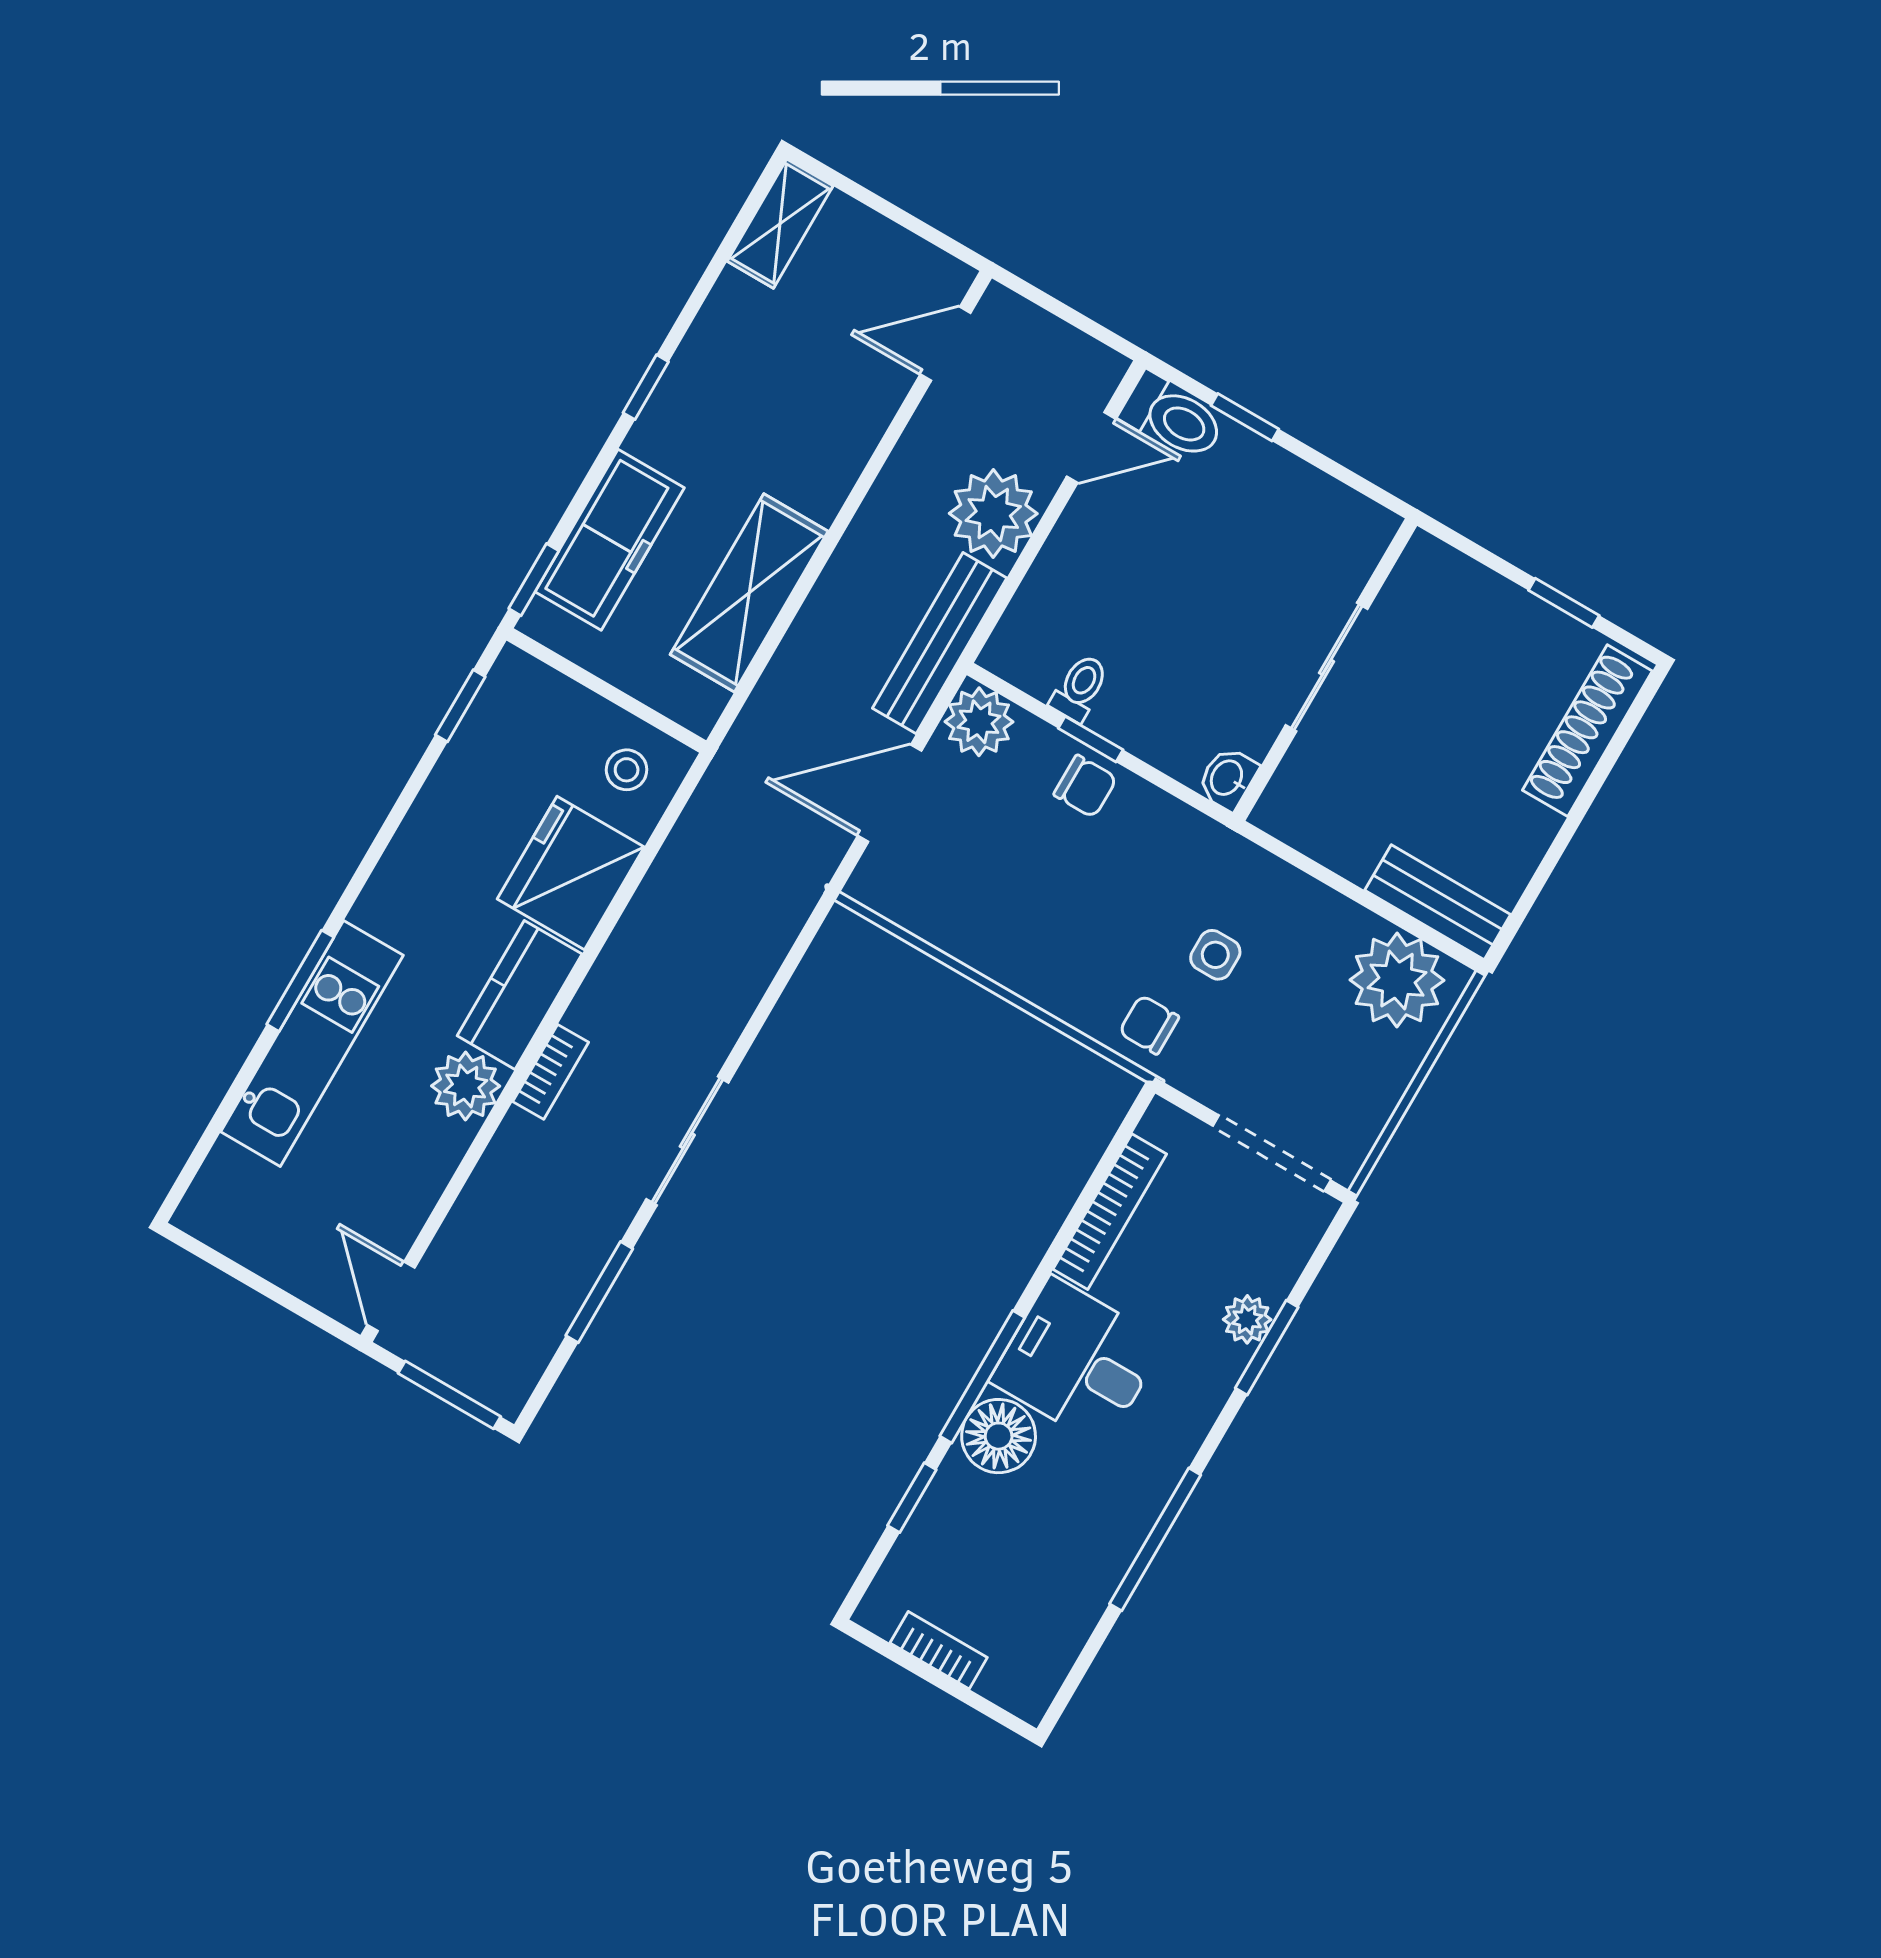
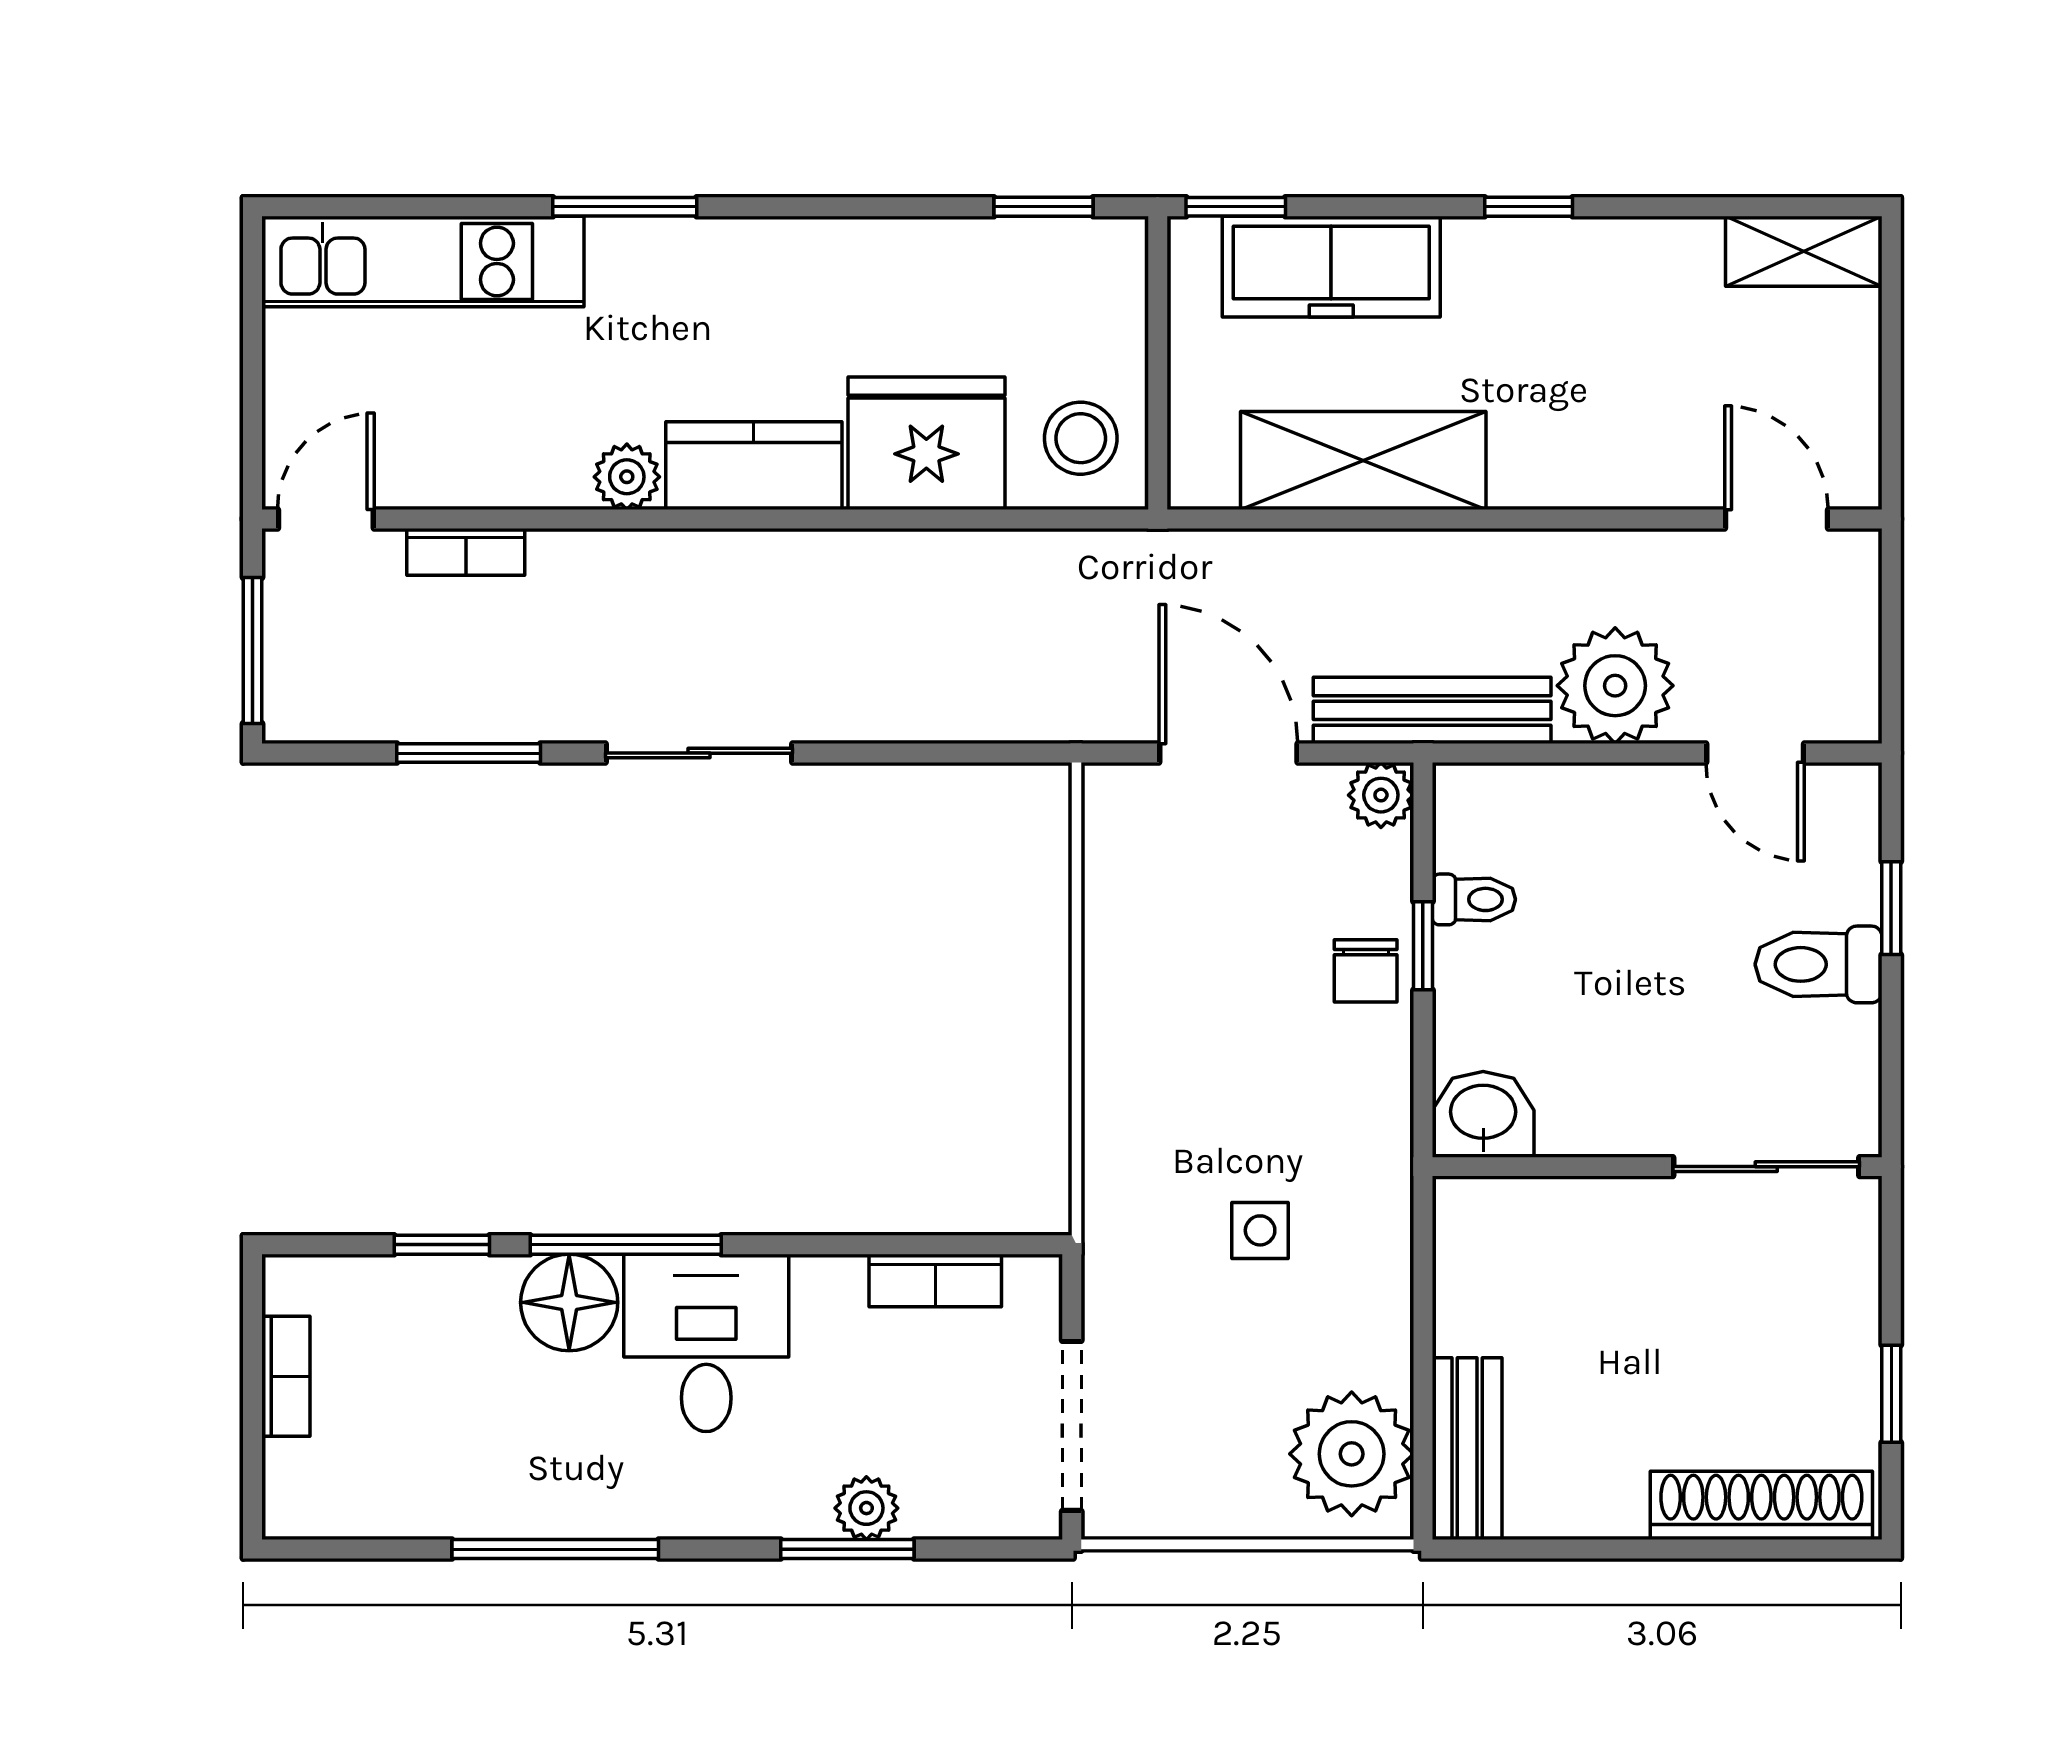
toilet: (1172, 417) -> (1818, 964), moved, turned 90
sliding door: (1327, 667) -> (1766, 1167), moved
plant: (979, 722) -> (1381, 795), width x0.73, depth x0.73
stool: (627, 770) -> (1081, 438), width x1.37, depth x1.37
washbasin: (1228, 778) -> (1483, 1114), width x1.38, depth x1.45
chair: (1149, 1025) -> (1137, 1201), removed
kitchen unit: (312, 1043) -> (423, 262), moved
bookcase: (551, 1072) -> (466, 552), moved
plant: (466, 1086) -> (627, 477), width x0.73, depth x0.73
bookcase: (1110, 1212) -> (935, 1280), width x0.64

